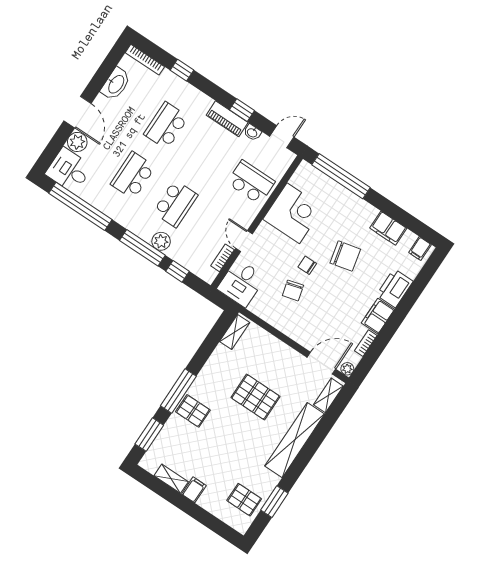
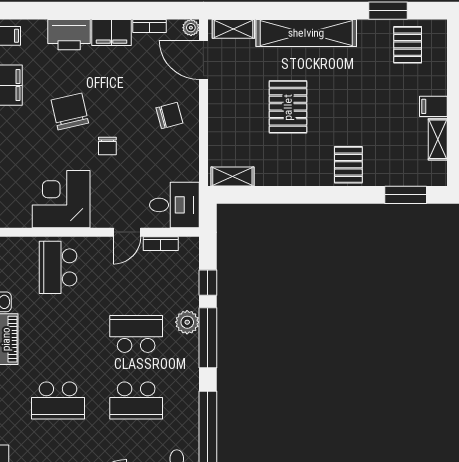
chair: (293, 290) -> (169, 115), moved
window: (178, 391) -> (337, 195), removed

